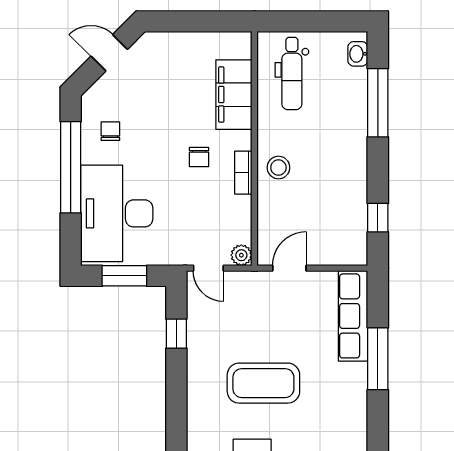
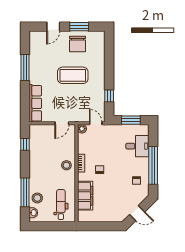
stool: (348, 89) -> (37, 198), added
desk: (117, 213) -> (137, 146), width x0.53, depth x0.77
window: (378, 359) -> (25, 67), moved

